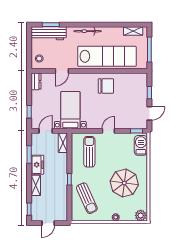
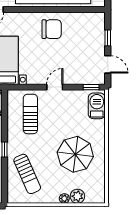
door: (149, 113) -> (108, 64), hinge flipped
plant: (141, 215) -> (77, 196), moved

